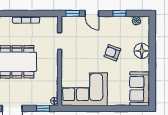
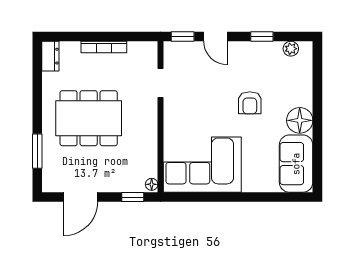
floor lamp: (142, 51) -> (300, 120), moved
armchair: (112, 53) -> (250, 103), turned -110

